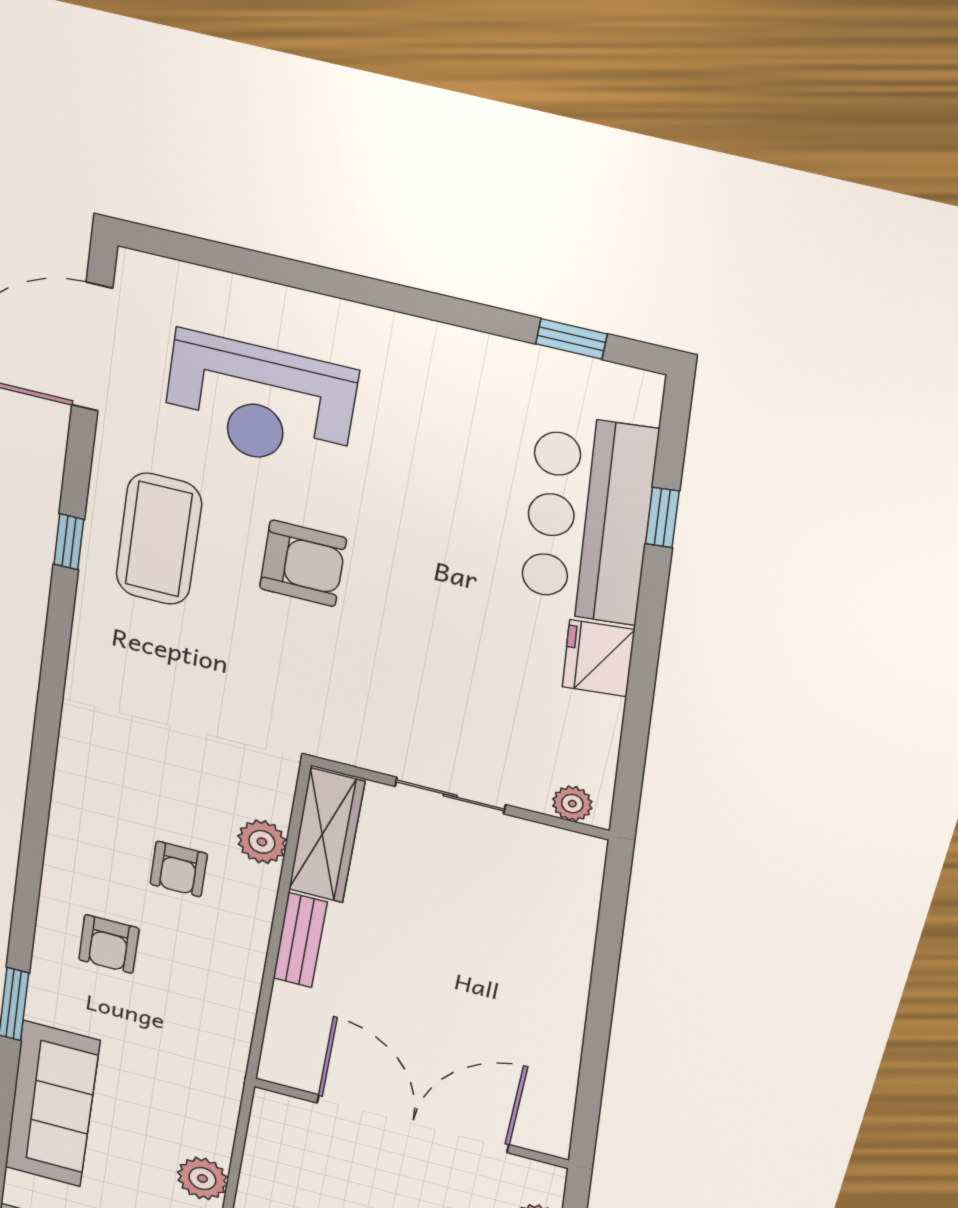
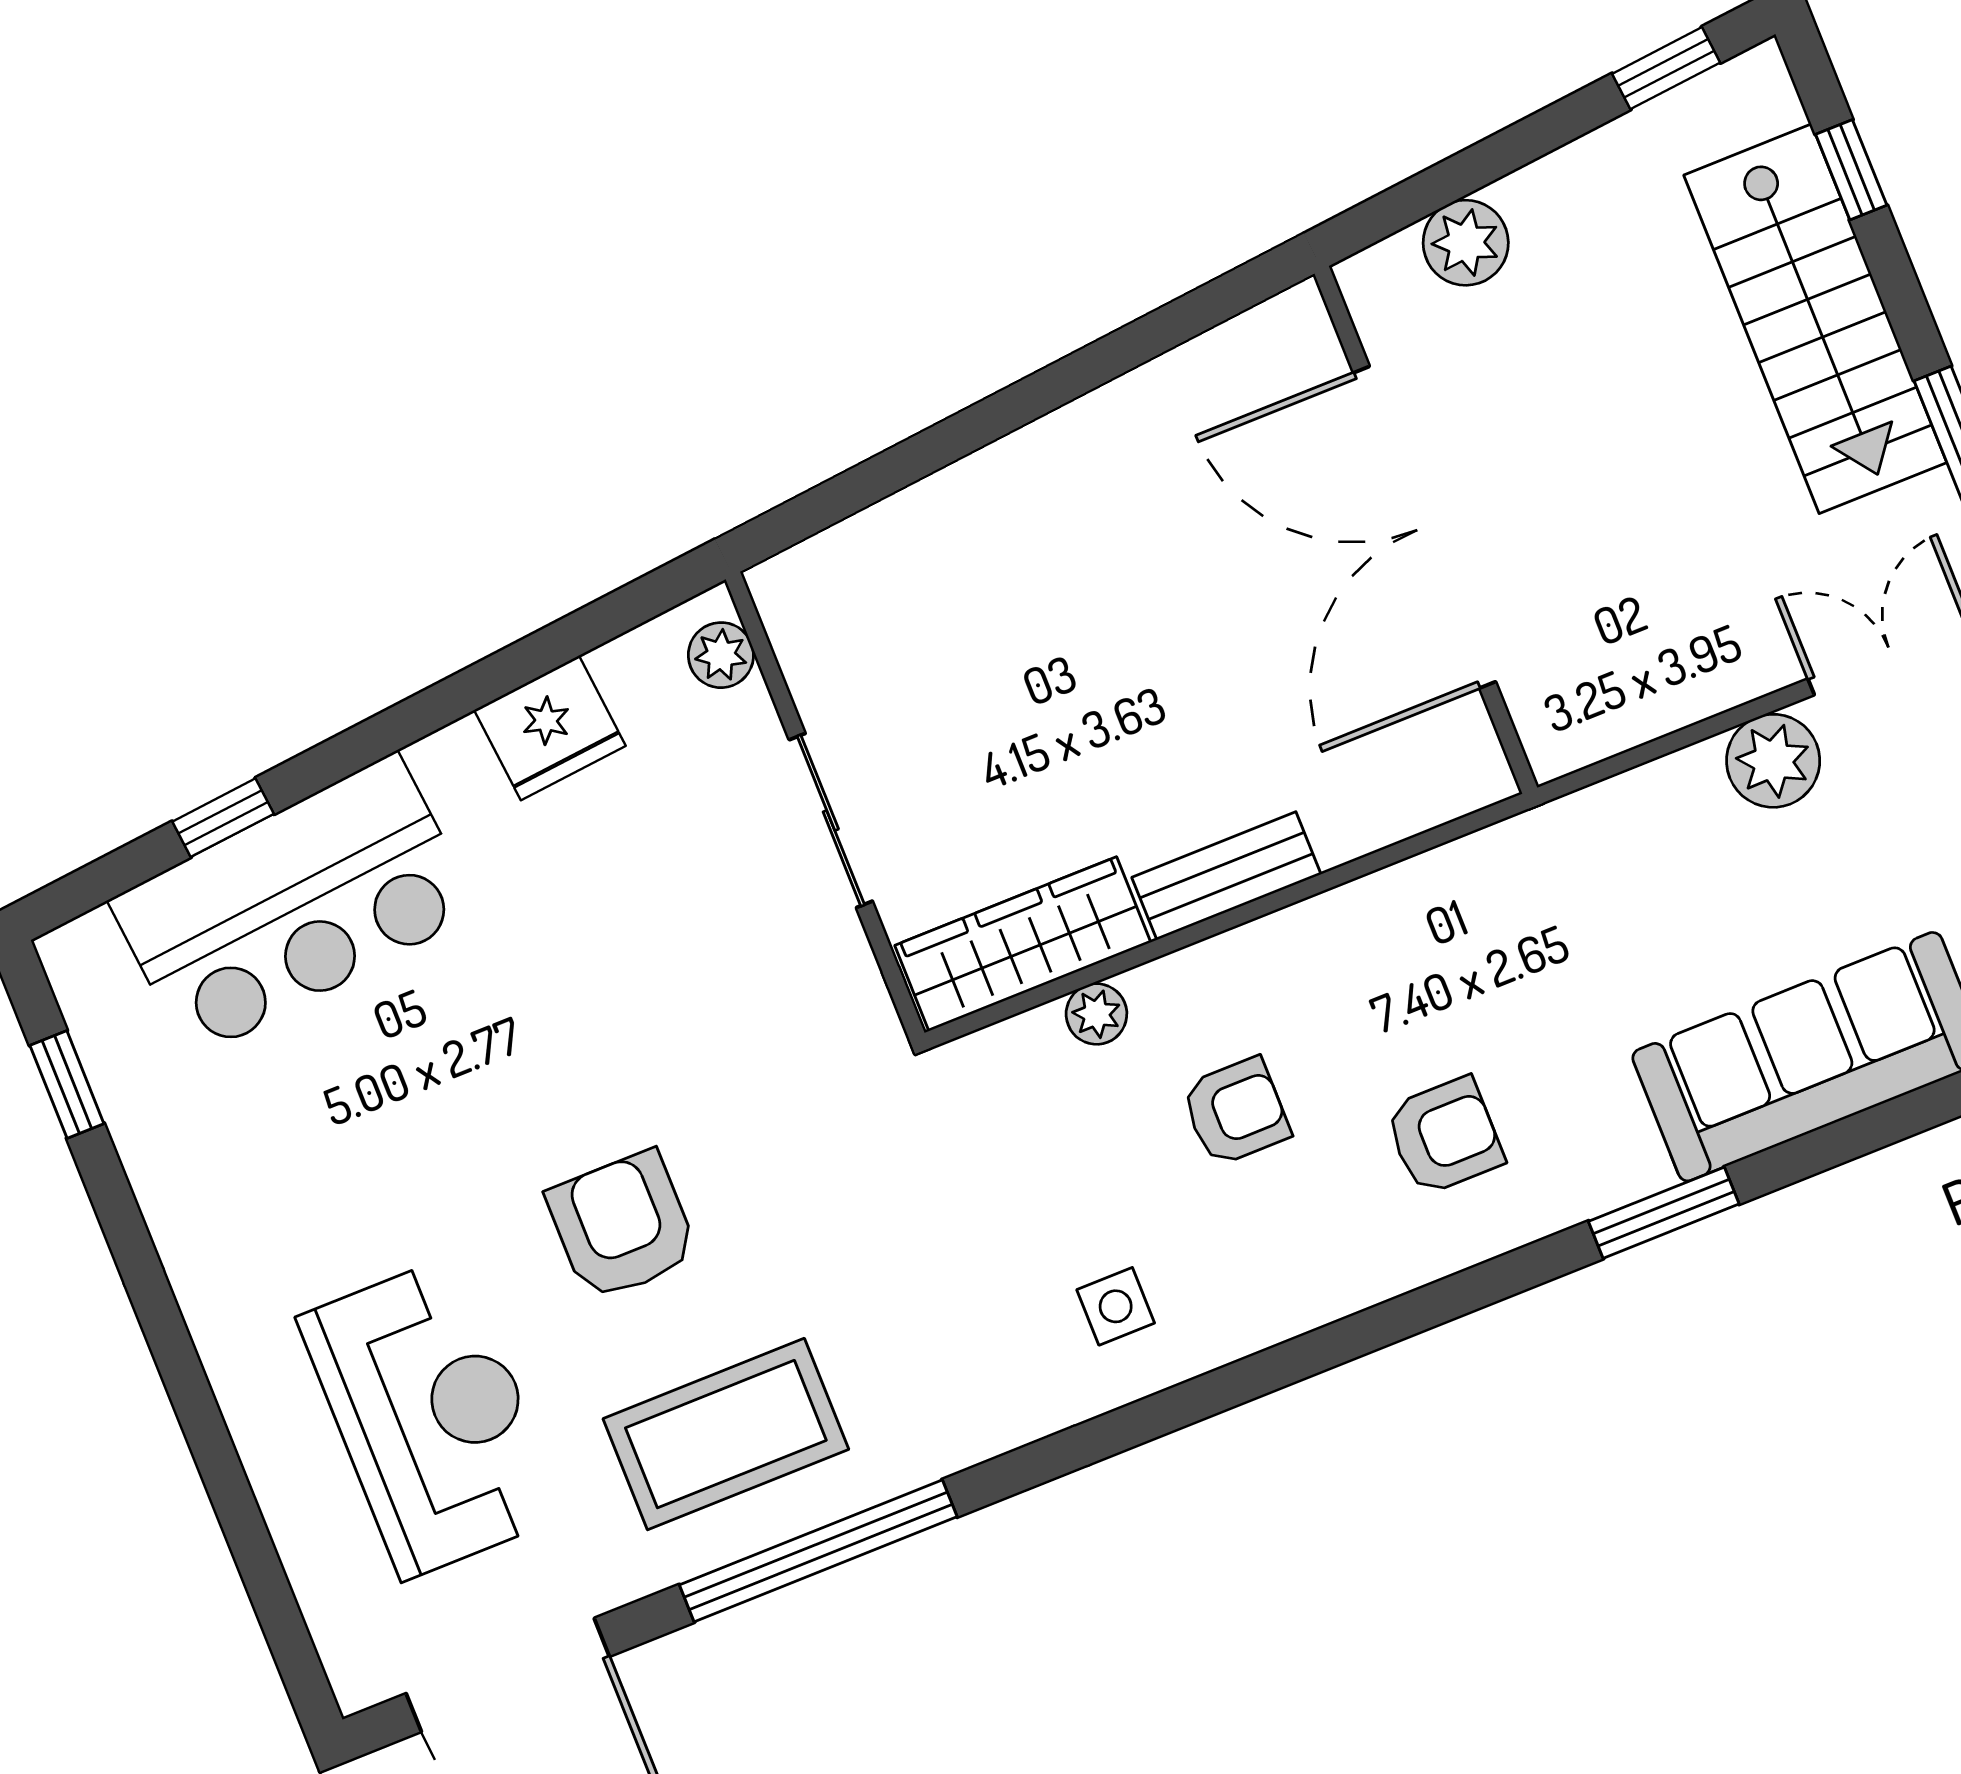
window: (69, 542) -> (818, 1551), width x3.17
fridge: (598, 658) -> (550, 728), moved
side table: (113, 756) -> (1116, 1306), added
plant: (262, 842) -> (1096, 1014), width x0.73, depth x0.73

